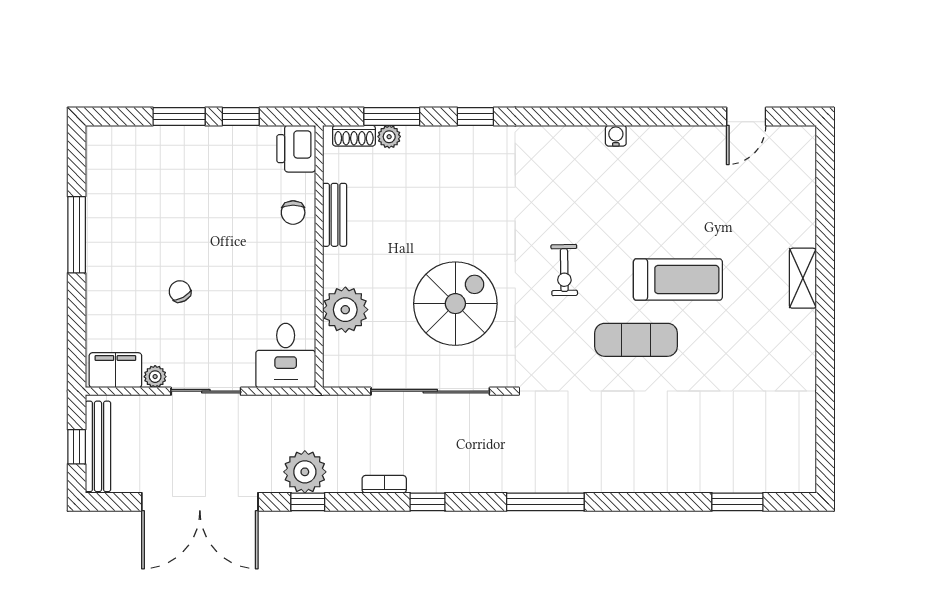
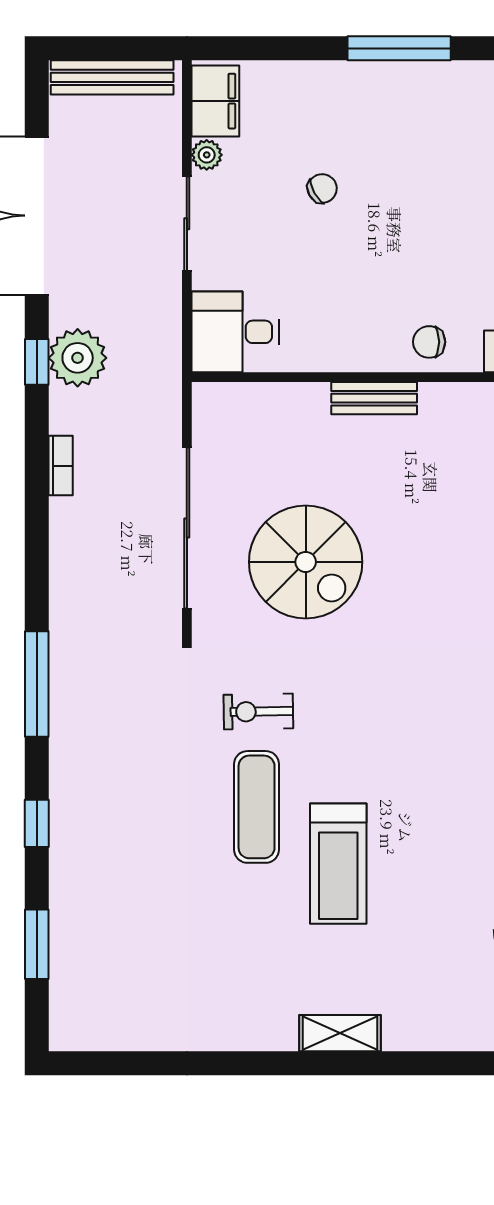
bench: (335, 215) -> (374, 398), moved
exercise bike: (564, 270) -> (258, 712), moved
plant: (345, 310) -> (297, 413), removed
window: (77, 447) -> (112, 48), removed
window: (427, 502) -> (37, 823), moved

